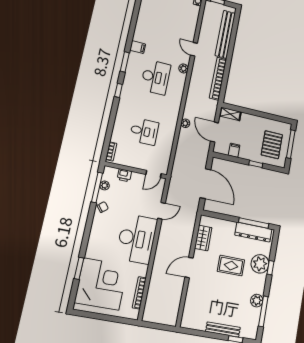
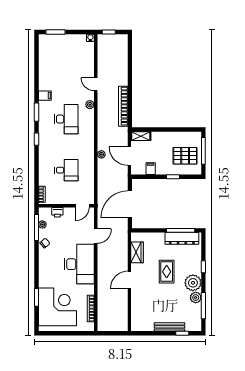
bench: (225, 34) -> (122, 62), removed
pallet: (272, 145) -> (185, 156), turned 90
door: (205, 184) -> (130, 204), swing flipped
plant: (260, 264) -> (193, 283), moved
rug: (231, 266) -> (167, 272), turned 90

